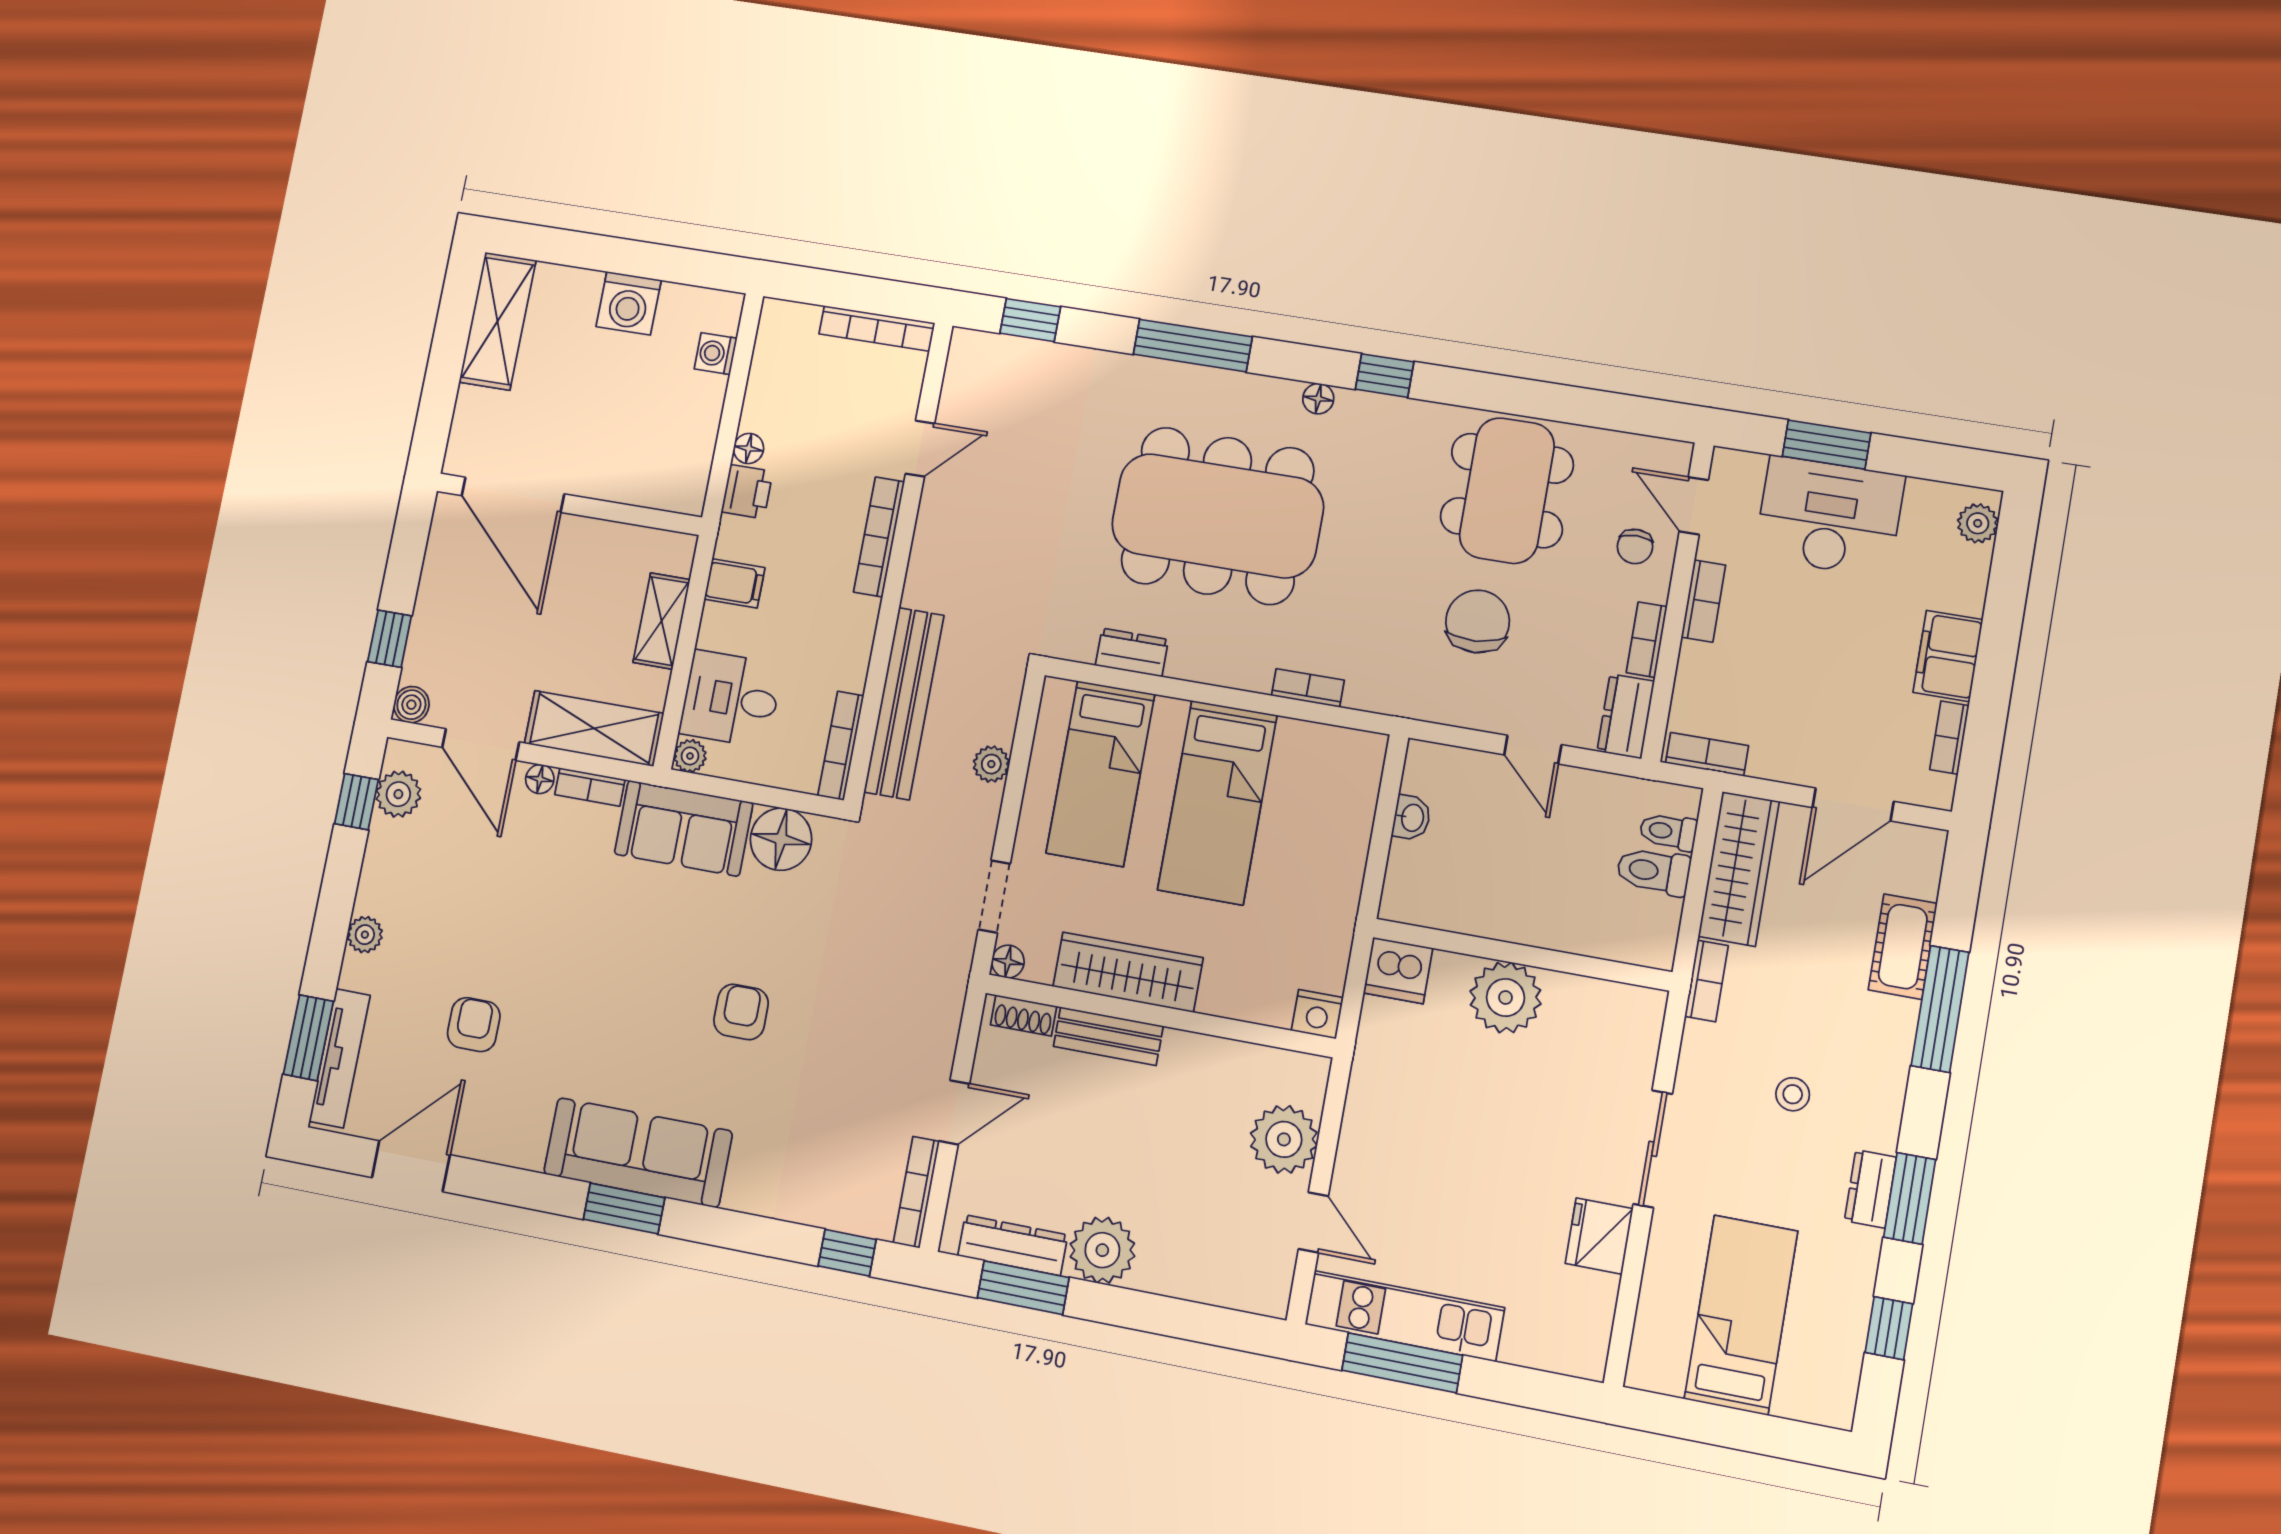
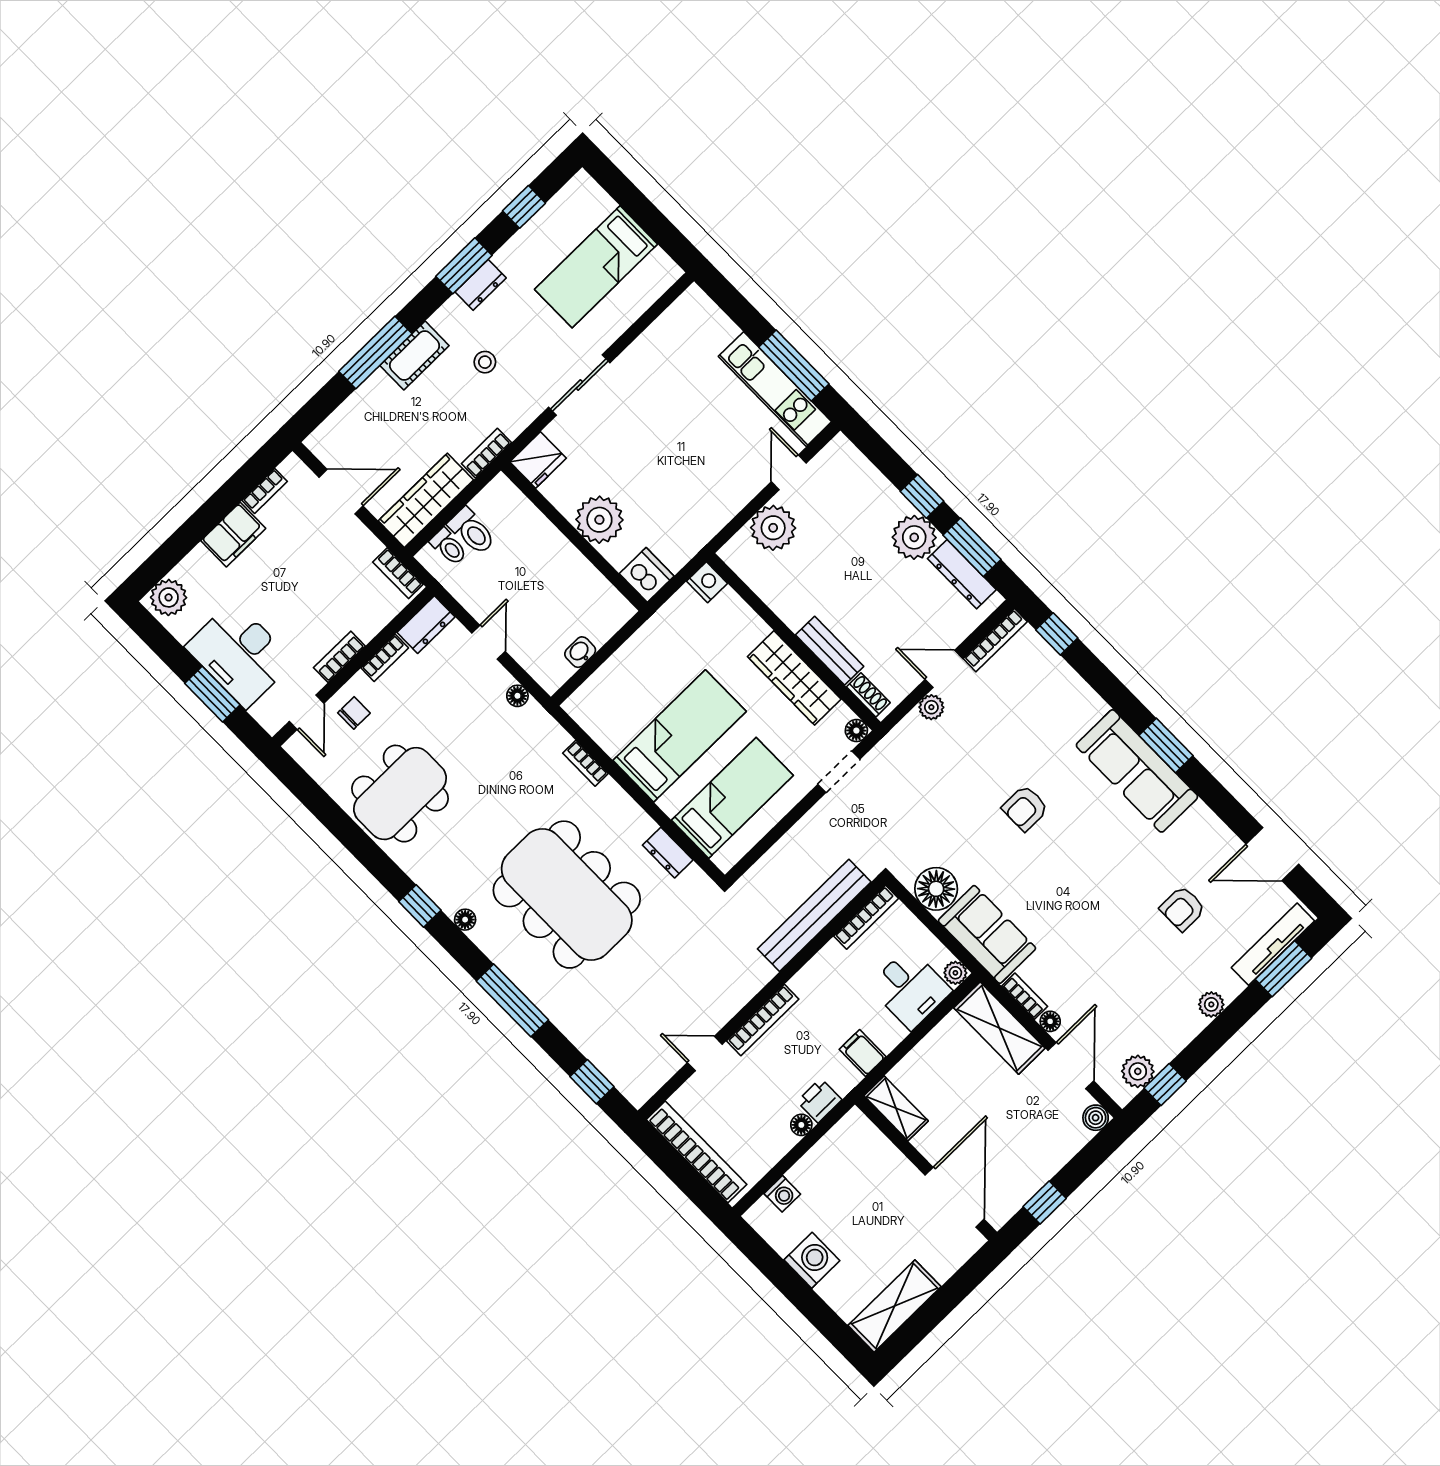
bookcase: (877, 328) -> (697, 1152), width x1.48, depth x1.31
plant: (1978, 523) -> (169, 597), width x1.38, depth x1.38
shelving: (662, 621) -> (896, 1108), moved, turned 90
chair: (1478, 621) -> (468, 733), removed
window: (389, 639) -> (1045, 1203), moved
floor lamp: (1450, 710) -> (517, 696), added
plant: (991, 764) -> (931, 707), moved
cot: (1903, 947) -> (414, 356), moved
fridge: (1599, 1236) -> (538, 460), moved
window: (1128, 1309) -> (922, 496), added

